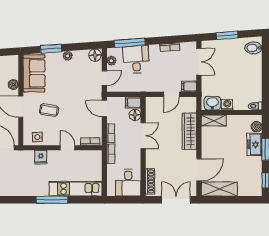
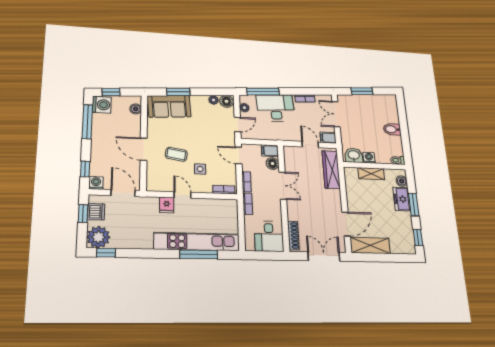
bidet: (253, 48) -> (392, 129), moved
plant: (68, 56) -> (213, 100), moved
desk: (136, 59) -> (276, 108), width x1.37
double door: (199, 62) -> (336, 114), swing flipped
sofa: (34, 73) -> (169, 106), moved, turned 86
boiler: (13, 84) -> (136, 109), moved
door: (171, 94) -> (310, 145), swing flipped
shelving: (214, 121) -> (371, 174), moved
wardrobe: (189, 131) -> (331, 170), moved
side table: (37, 137) -> (200, 169), moved
door: (68, 148) -> (182, 195), moved
kitchen unit: (76, 189) -> (197, 242), width x1.36
window: (52, 200) -> (199, 254), moved

